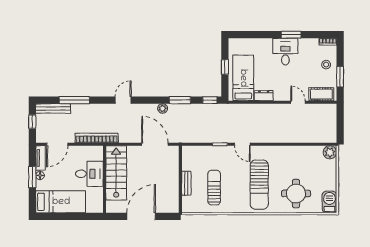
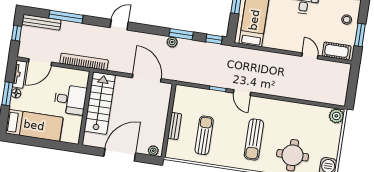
dresser: (264, 96) -> (273, 43), removed
plant: (163, 108) -> (172, 42), moved
sun lounger: (259, 185) -> (254, 139), width x0.73, depth x0.75
plant: (171, 208) -> (153, 151), added

